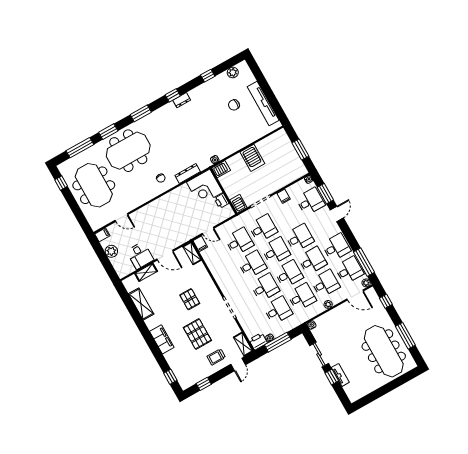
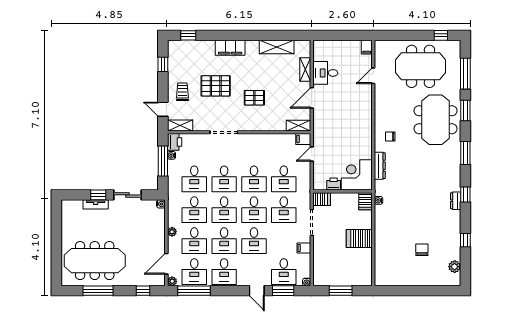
tv unit: (263, 104) -> (407, 279), removed
plant: (111, 251) -> (345, 47), removed

